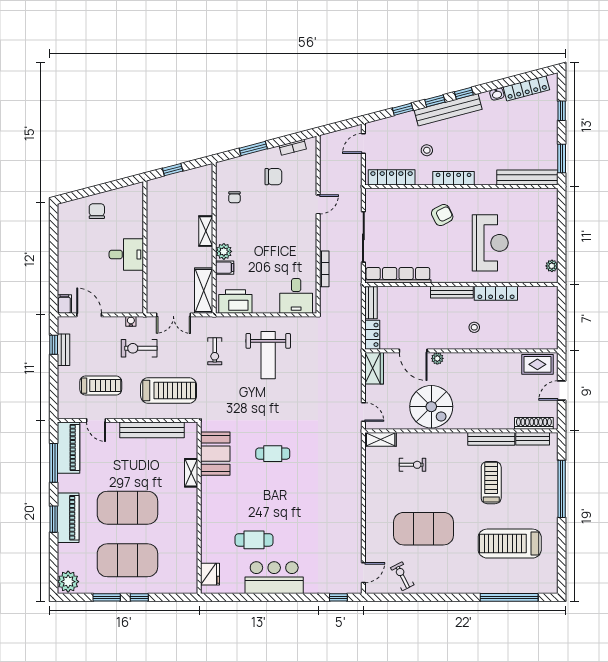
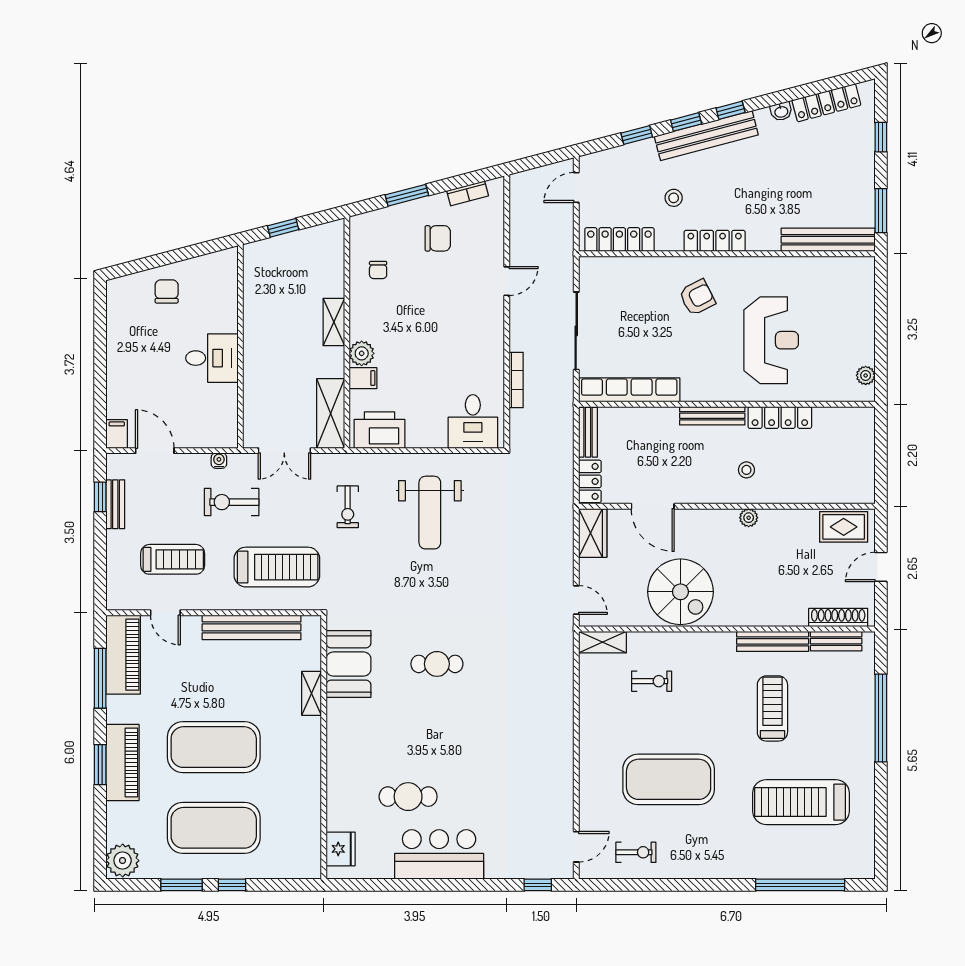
plant: (437, 358) -> (749, 518), moved
exercise bike: (402, 576) -> (636, 852), turned 117

